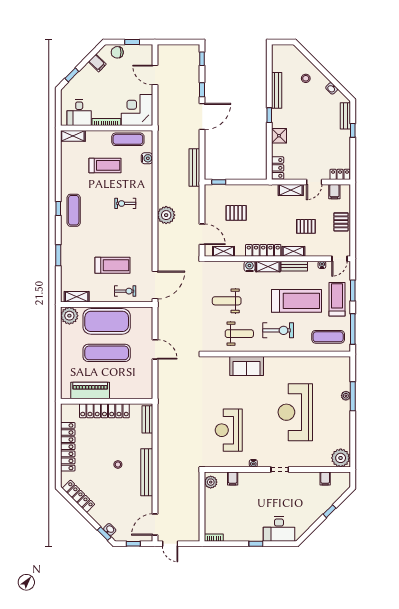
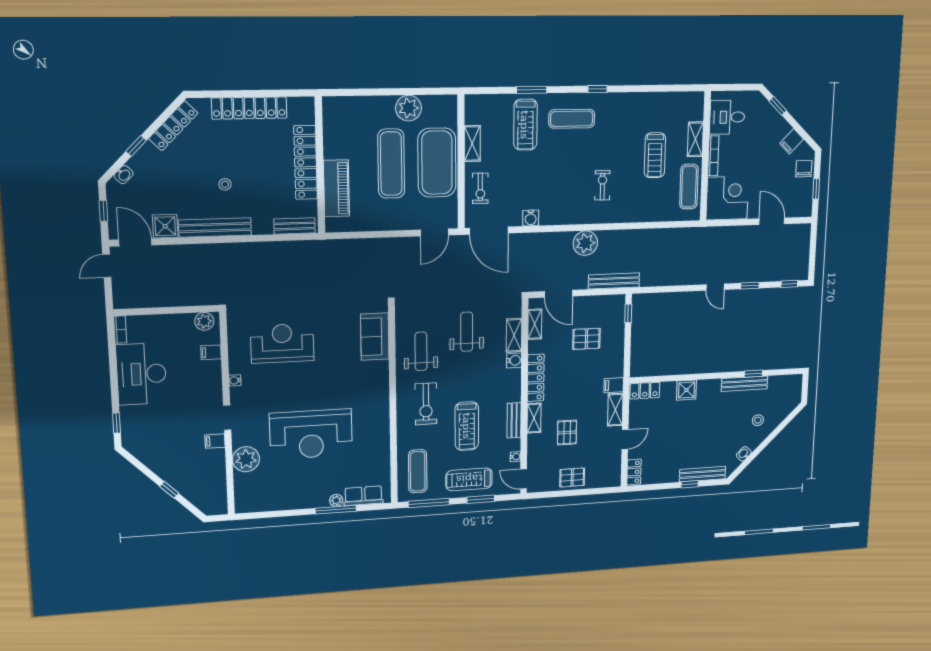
door: (155, 75) -> (772, 221), hinge flipped
window: (269, 115) -> (753, 374), moved
door: (202, 116) -> (715, 287), width x0.53
bench: (345, 116) -> (702, 474), width x1.36
shelving: (73, 136) -> (695, 139), moved
water cooler: (147, 158) -> (531, 218), moved
bench: (194, 168) -> (614, 281), moved
door: (314, 182) -> (625, 439), swing flipped
filing cabinet: (334, 192) -> (614, 385), moved
exercise mat: (74, 210) -> (572, 119), moved
pallet: (236, 213) -> (586, 339), turned 90
door: (202, 234) -> (559, 294), hinge flipped
treadmill: (112, 265) -> (525, 125), moved
shelving: (268, 267) -> (514, 335), moved
shelving: (77, 297) -> (472, 144), moved
treadmill: (337, 299) -> (469, 479), turned 180
treadmill: (296, 301) -> (467, 426), width x0.73, depth x0.73
plant: (69, 316) -> (409, 108), moved
weight bench: (239, 334) -> (421, 351), turned 180
door: (155, 349) -> (434, 232), moved
sofa: (247, 366) -> (375, 337), moved
row of seats: (344, 376) -> (363, 496), added
piano: (90, 390) -> (336, 188), moved
reception desk: (295, 412) -> (311, 434), turned 180
plant: (341, 458) -> (246, 459), moved
filing cabinet: (325, 479) -> (215, 441), moved
shower: (145, 505) -> (165, 226), added
desk: (279, 529) -> (141, 374), moved, width x1.36, depth x1.30
window: (104, 534) -> (136, 146), moved
window: (256, 544) -> (116, 423), moved

